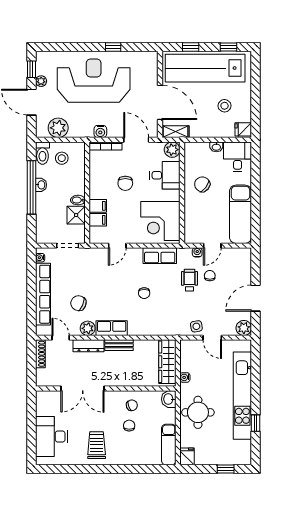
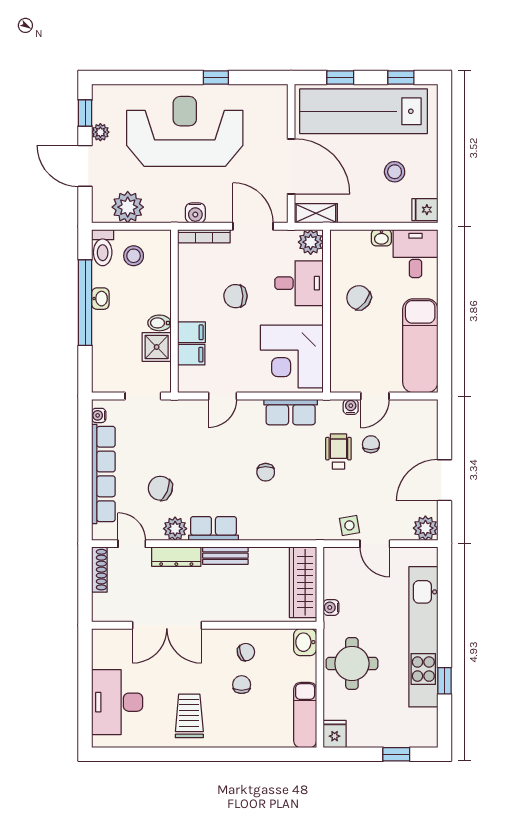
chair: (125, 183) -> (235, 296), turned 89

